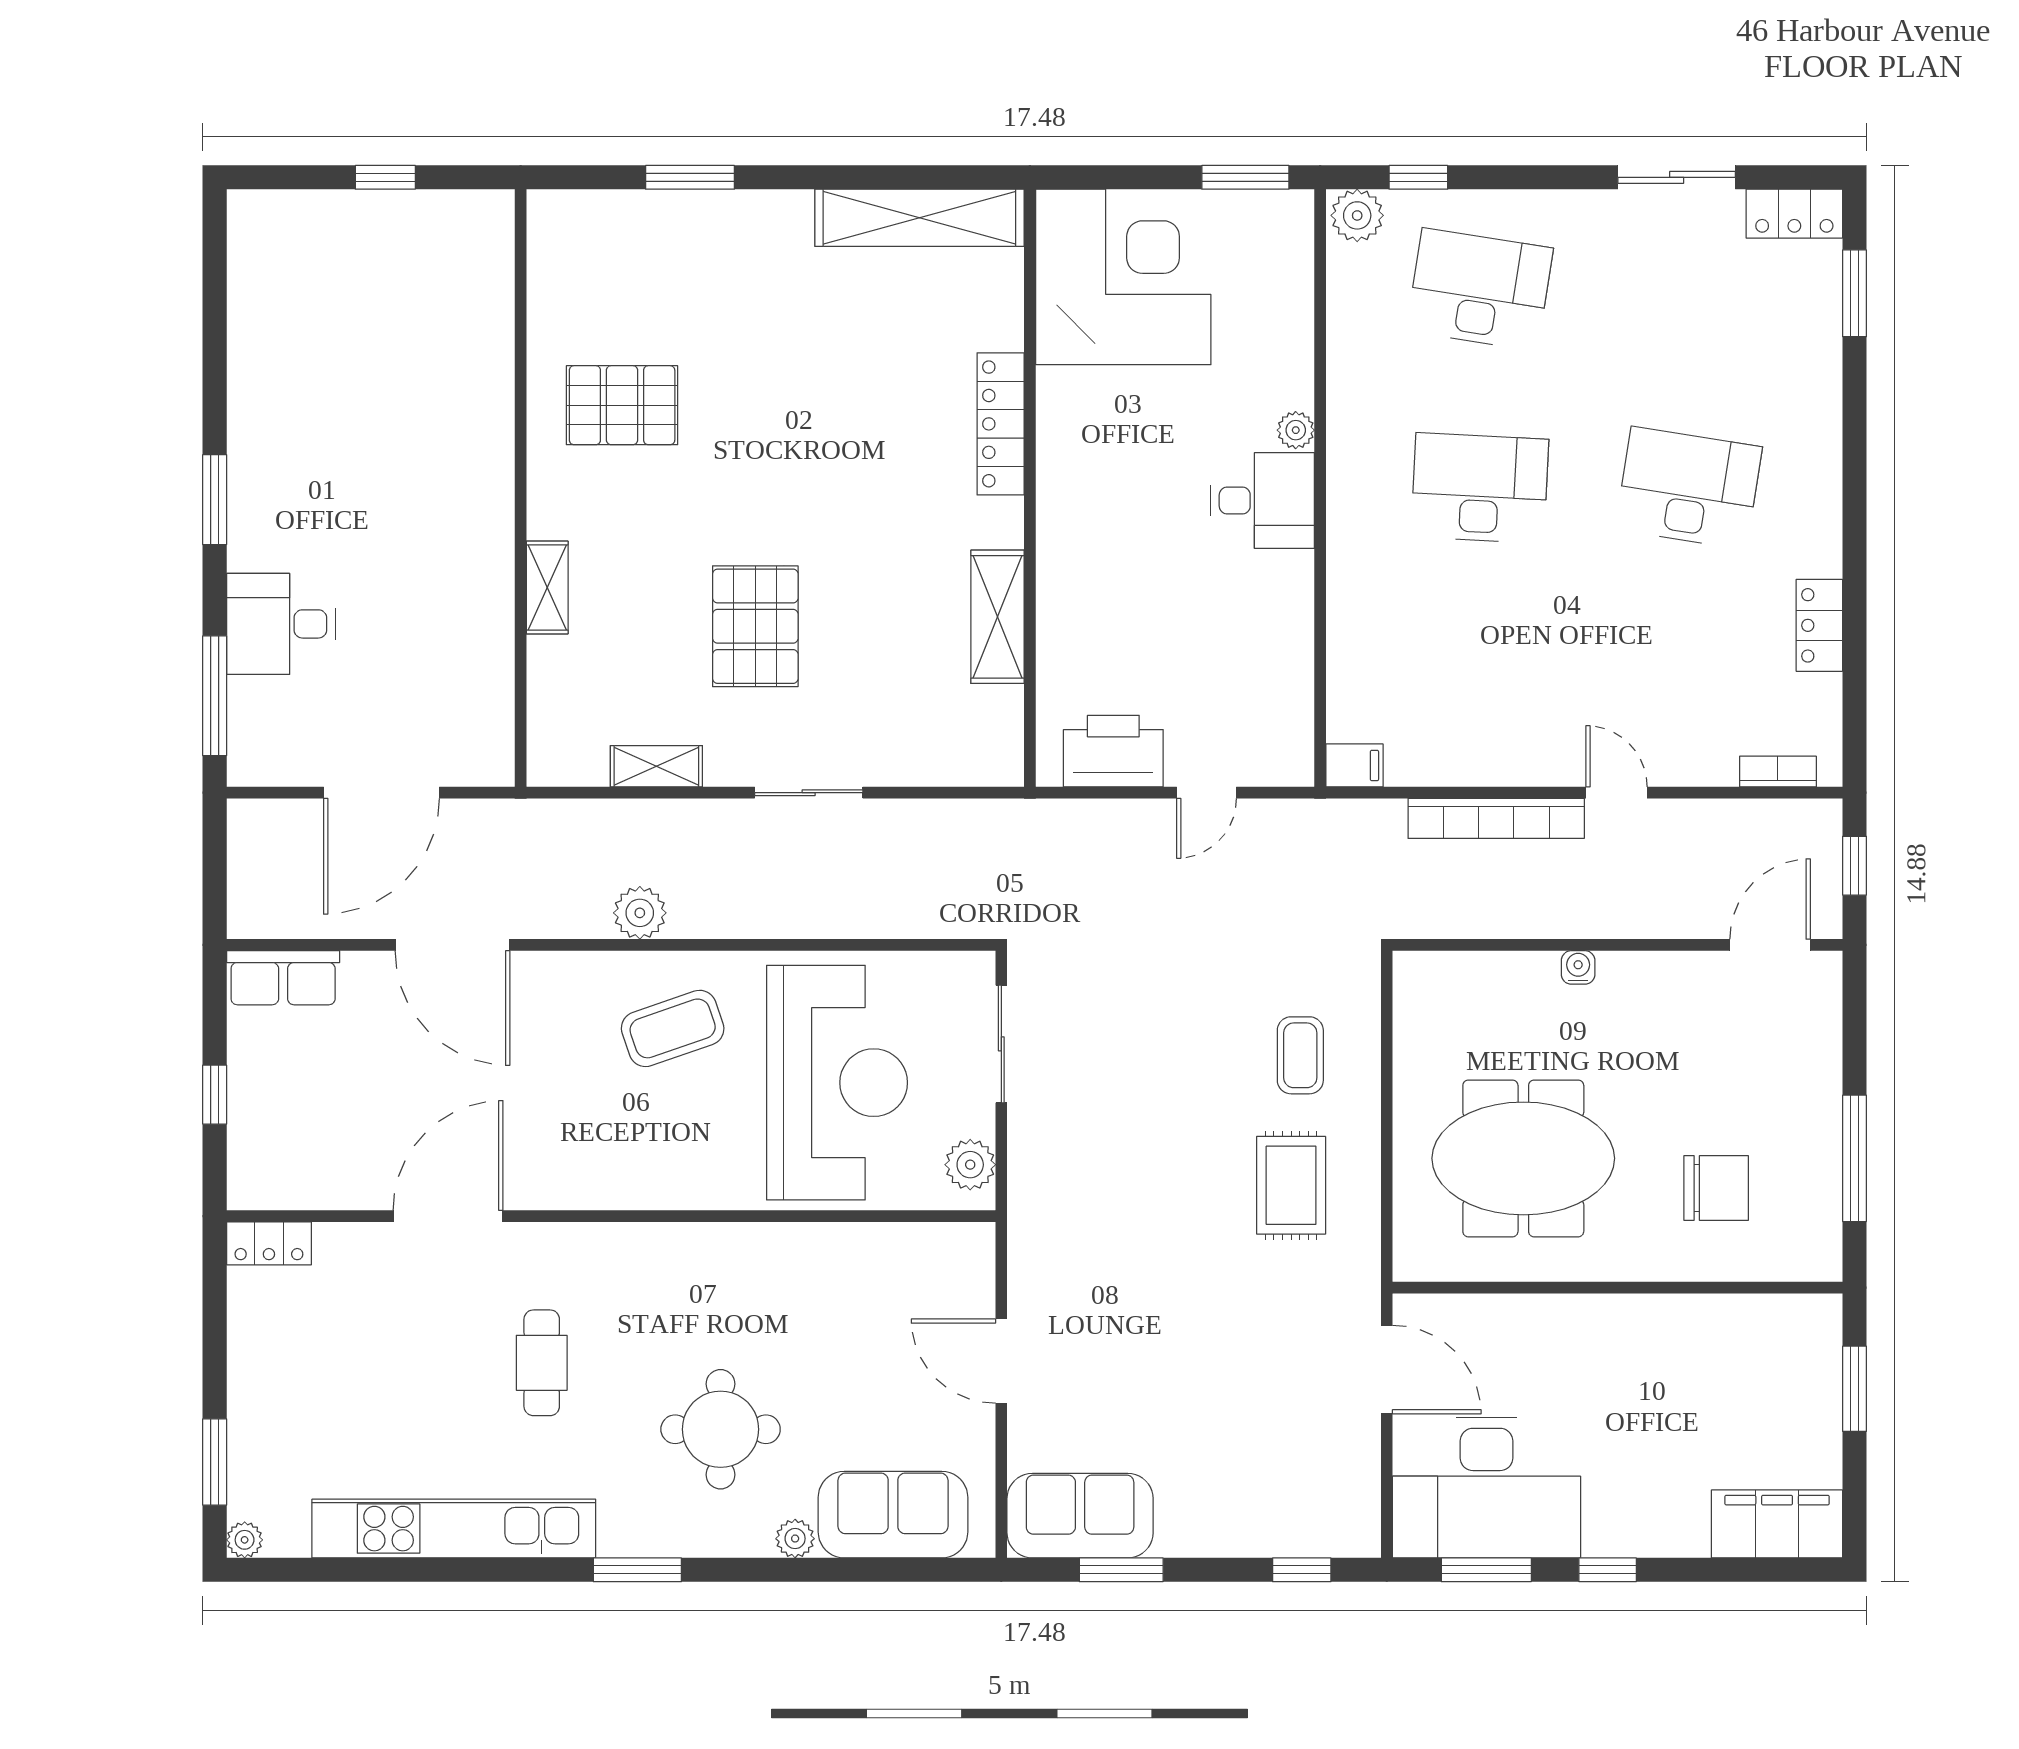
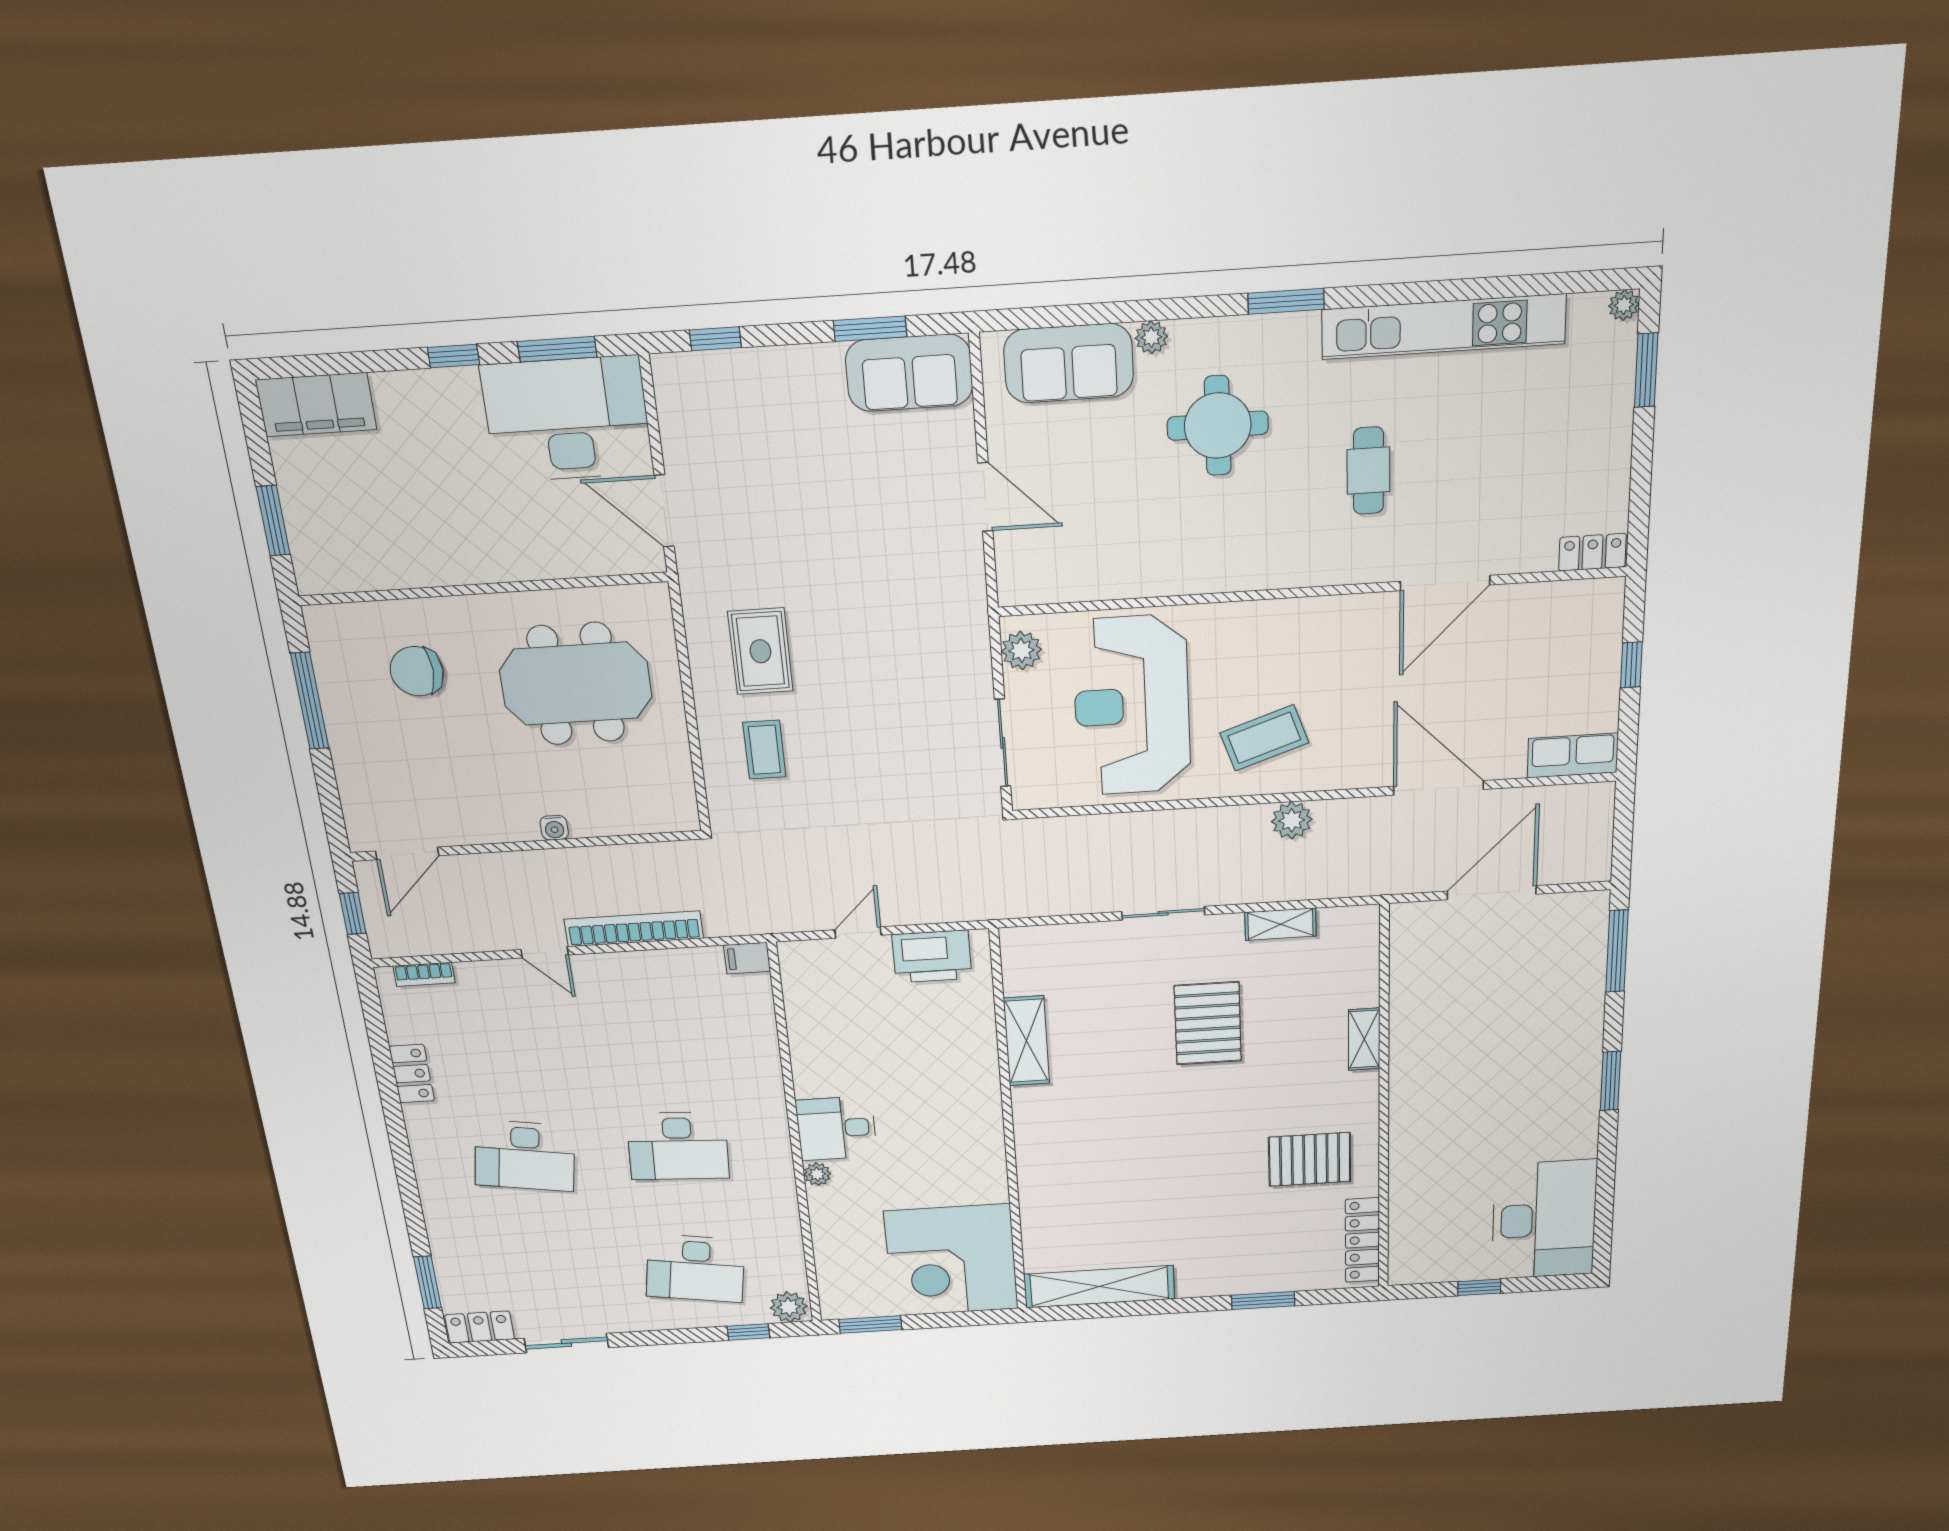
locker: (1001, 424) -> (1362, 1240), moved, turned 180
desk: (281, 624) -> (1544, 1220), moved, width x1.87, depth x1.30

